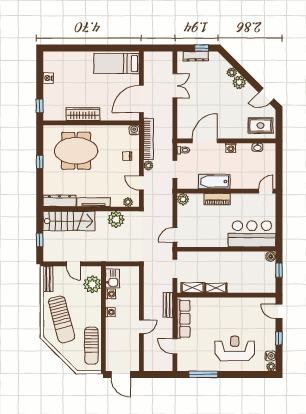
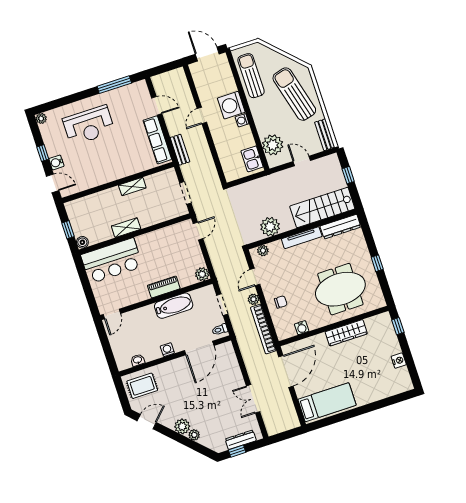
water cooler: (134, 130) -> (302, 328), moved
door: (141, 183) -> (255, 277), swing flipped
shelving: (193, 288) -> (126, 228), moved
washing machine: (111, 294) -> (231, 105), moved, width x1.89, depth x1.89
water cooler: (270, 356) -> (56, 162), moved

